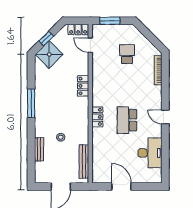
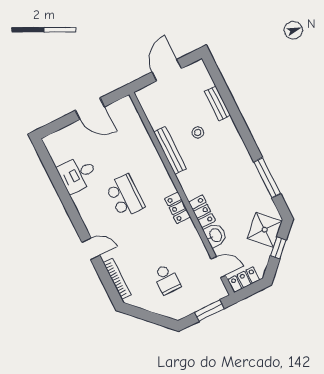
washbasin: (82, 66) -> (215, 235), added
window: (31, 103) -> (267, 178), moved
locker: (97, 117) -> (178, 208), moved
door: (165, 117) -> (91, 249), moved
desk: (150, 153) -> (78, 174), width x0.73
bench: (84, 162) -> (170, 150), moved

